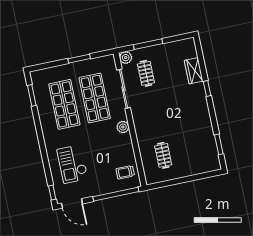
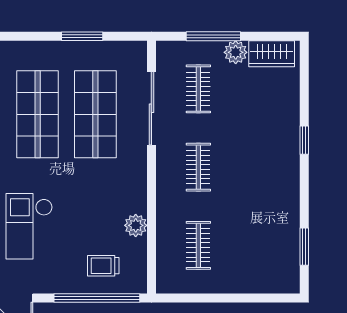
plant: (126, 58) -> (236, 52), moved
wardrobe: (194, 71) -> (272, 54), moved, turned -90
clothes rail: (155, 114) -> (198, 167), added
plant: (123, 127) -> (136, 225), moved
trolley: (125, 172) -> (103, 266), moved

